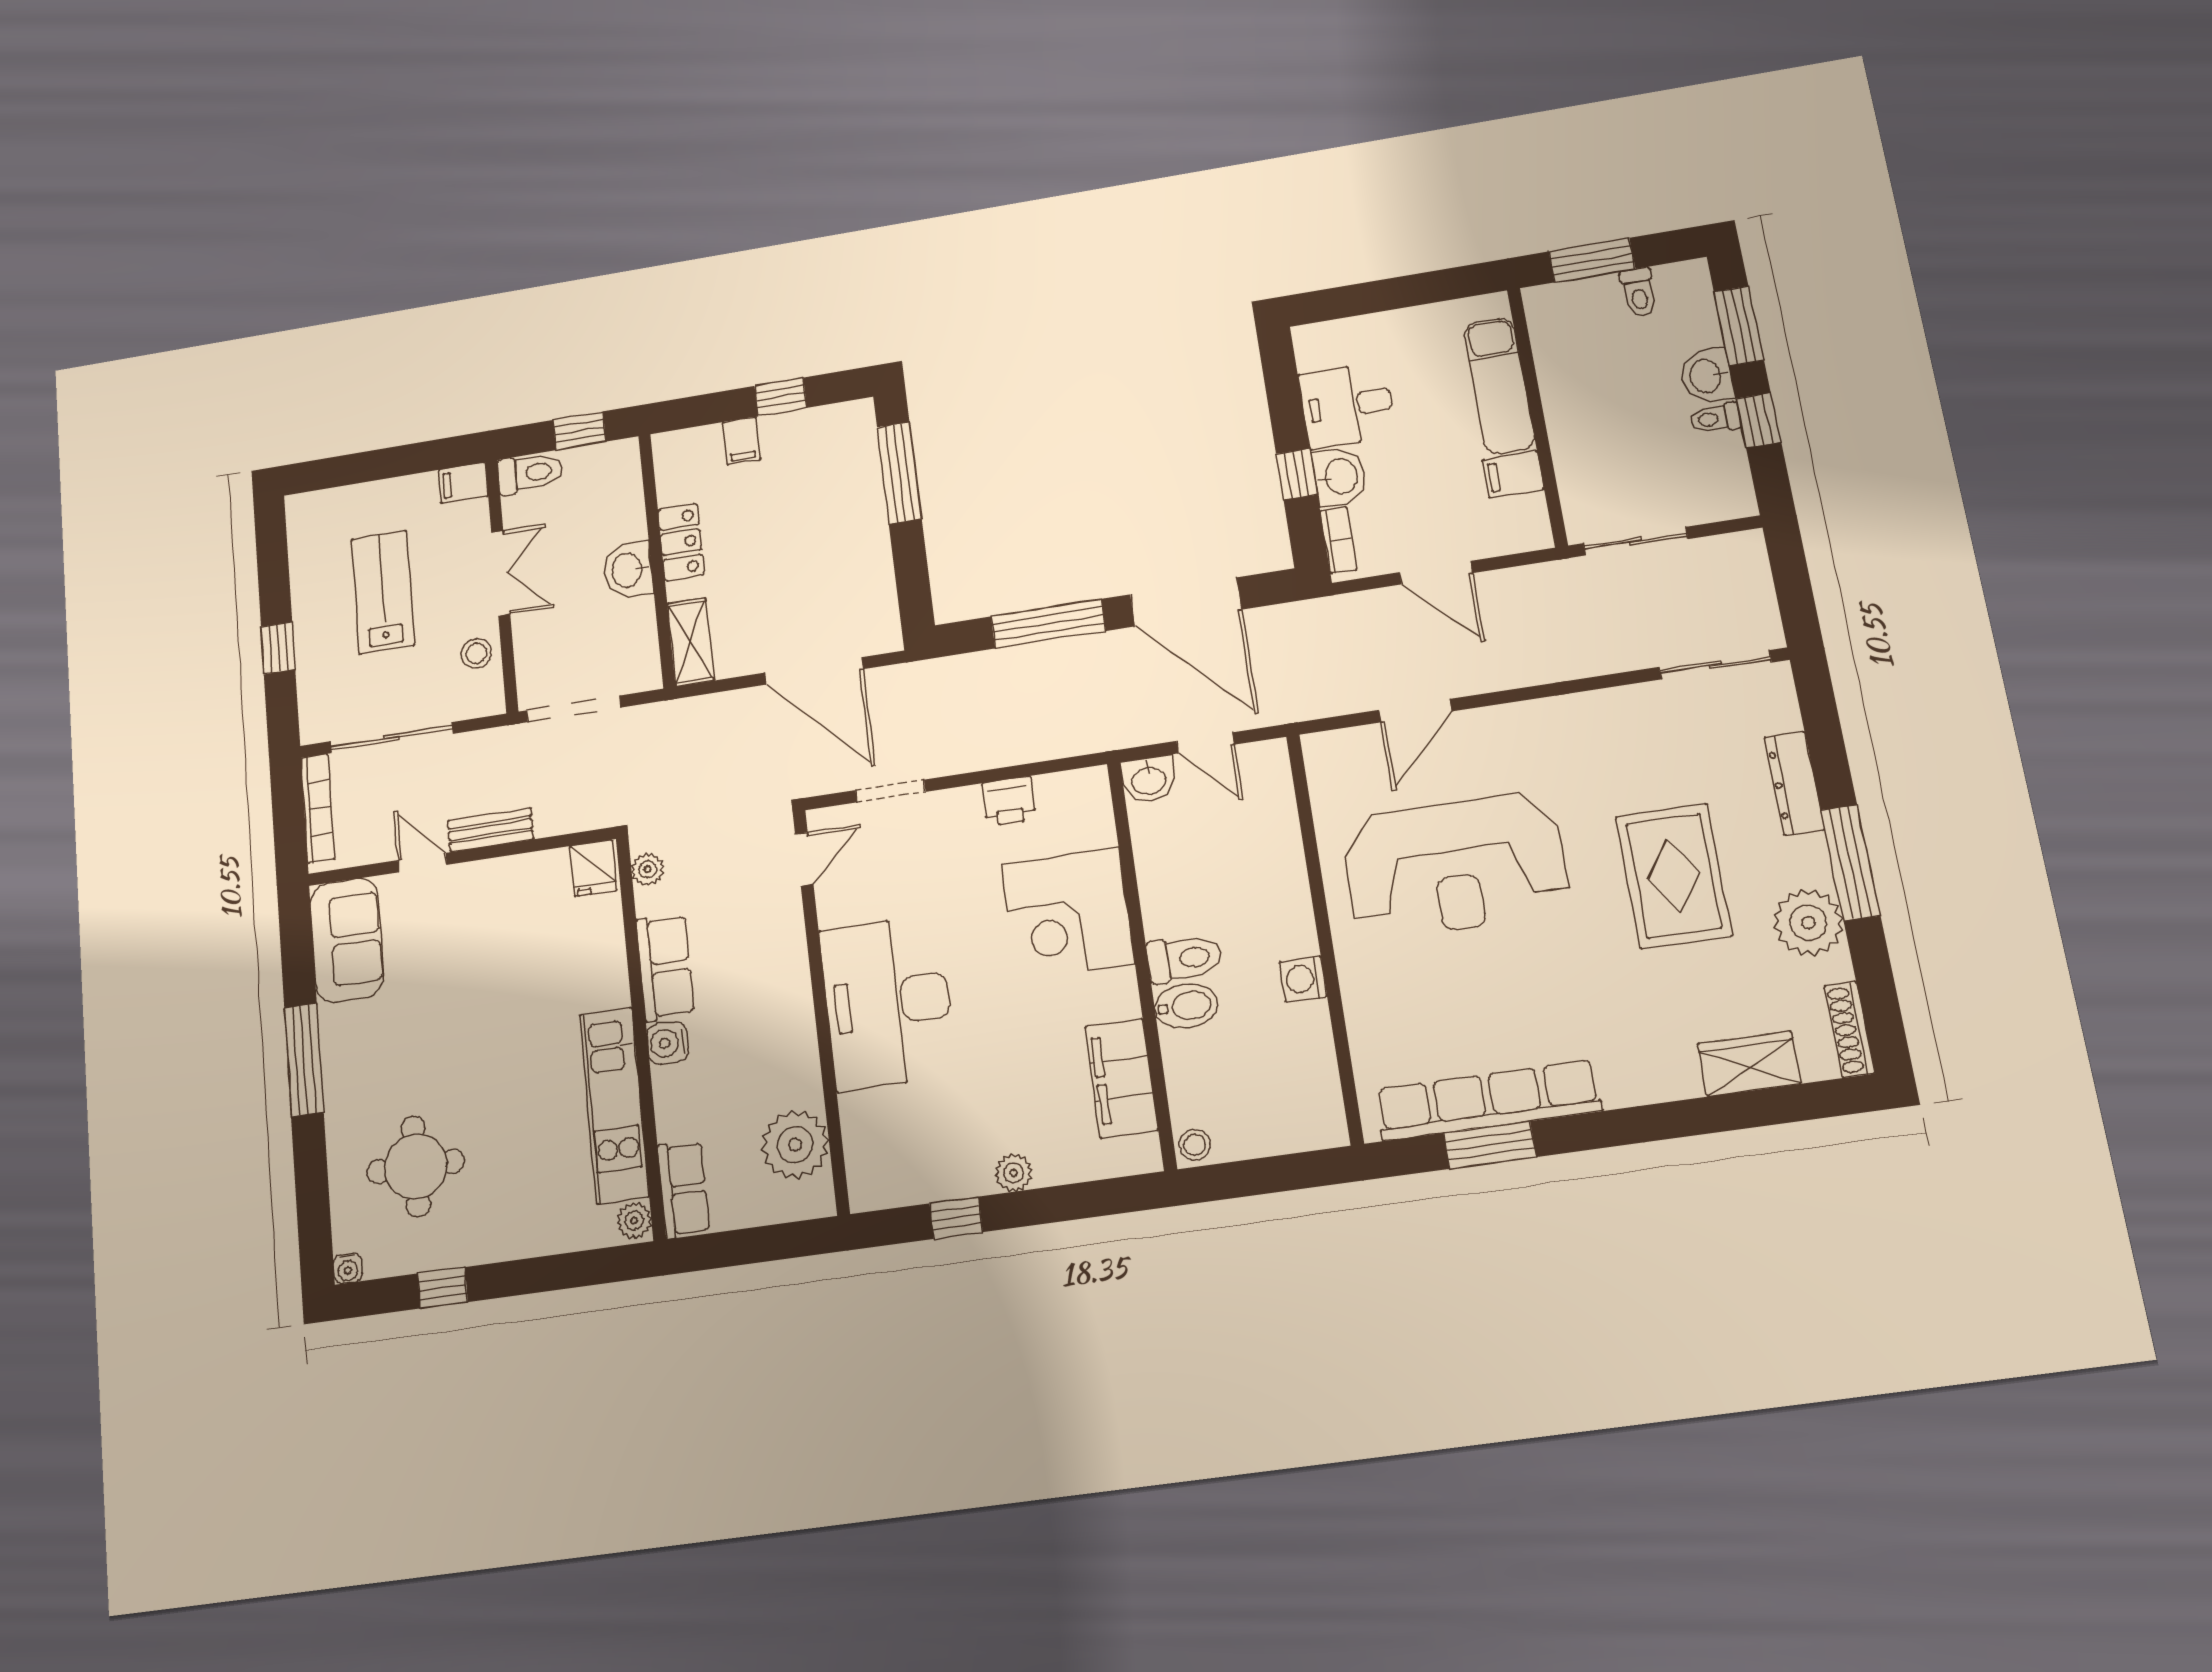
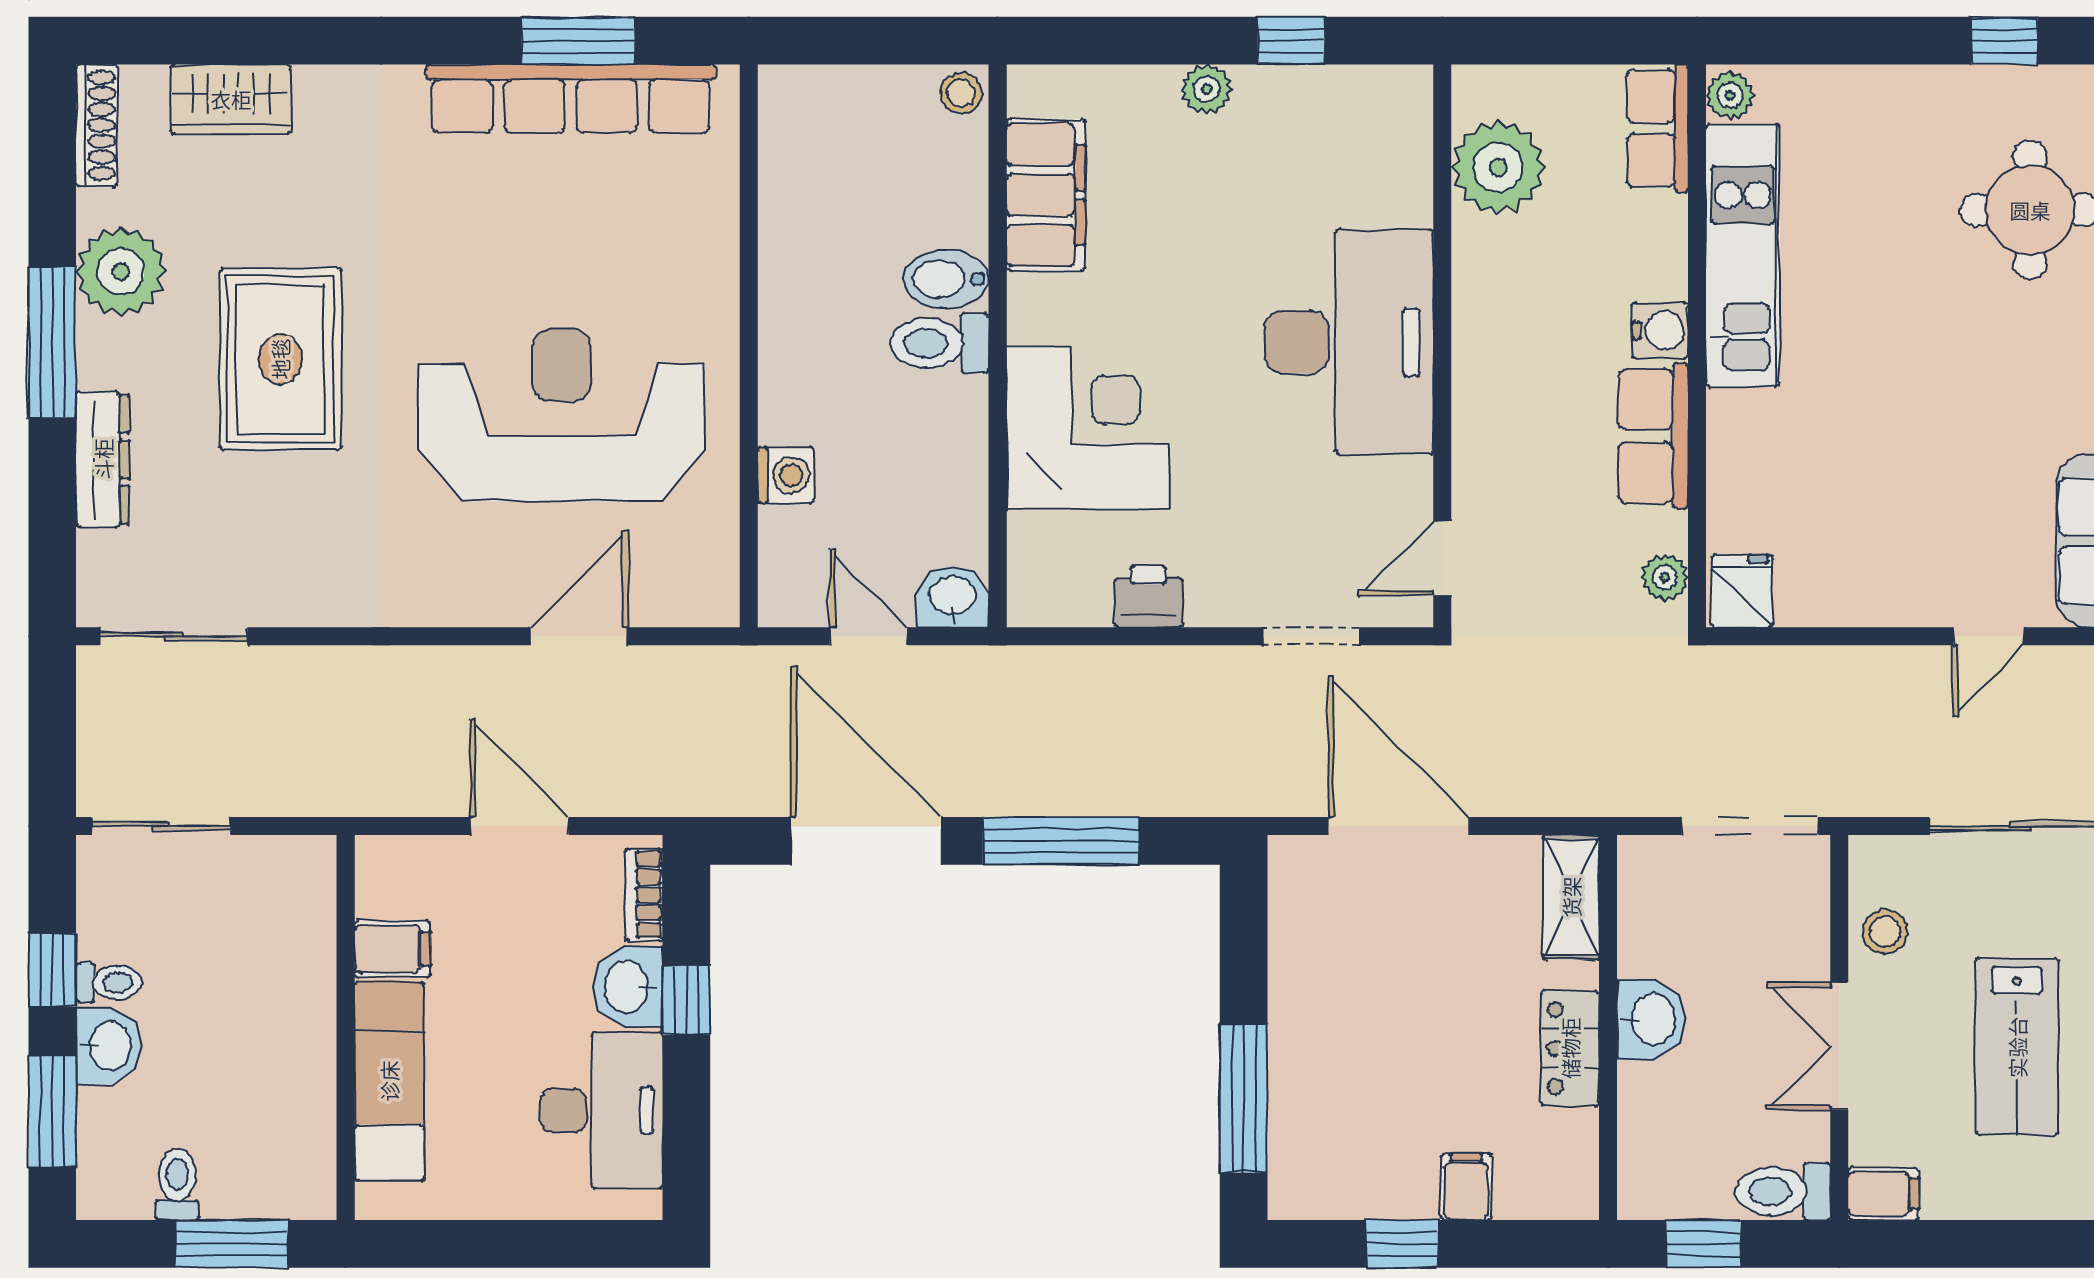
desk: (1347, 405) -> (601, 1111), width x1.37
sliding door: (1636, 541) -> (161, 826), moved
bench: (491, 830) -> (1885, 668), removed
door: (422, 863) -> (1989, 636), hinge flipped
washing machine: (1303, 979) -> (786, 475), moved

